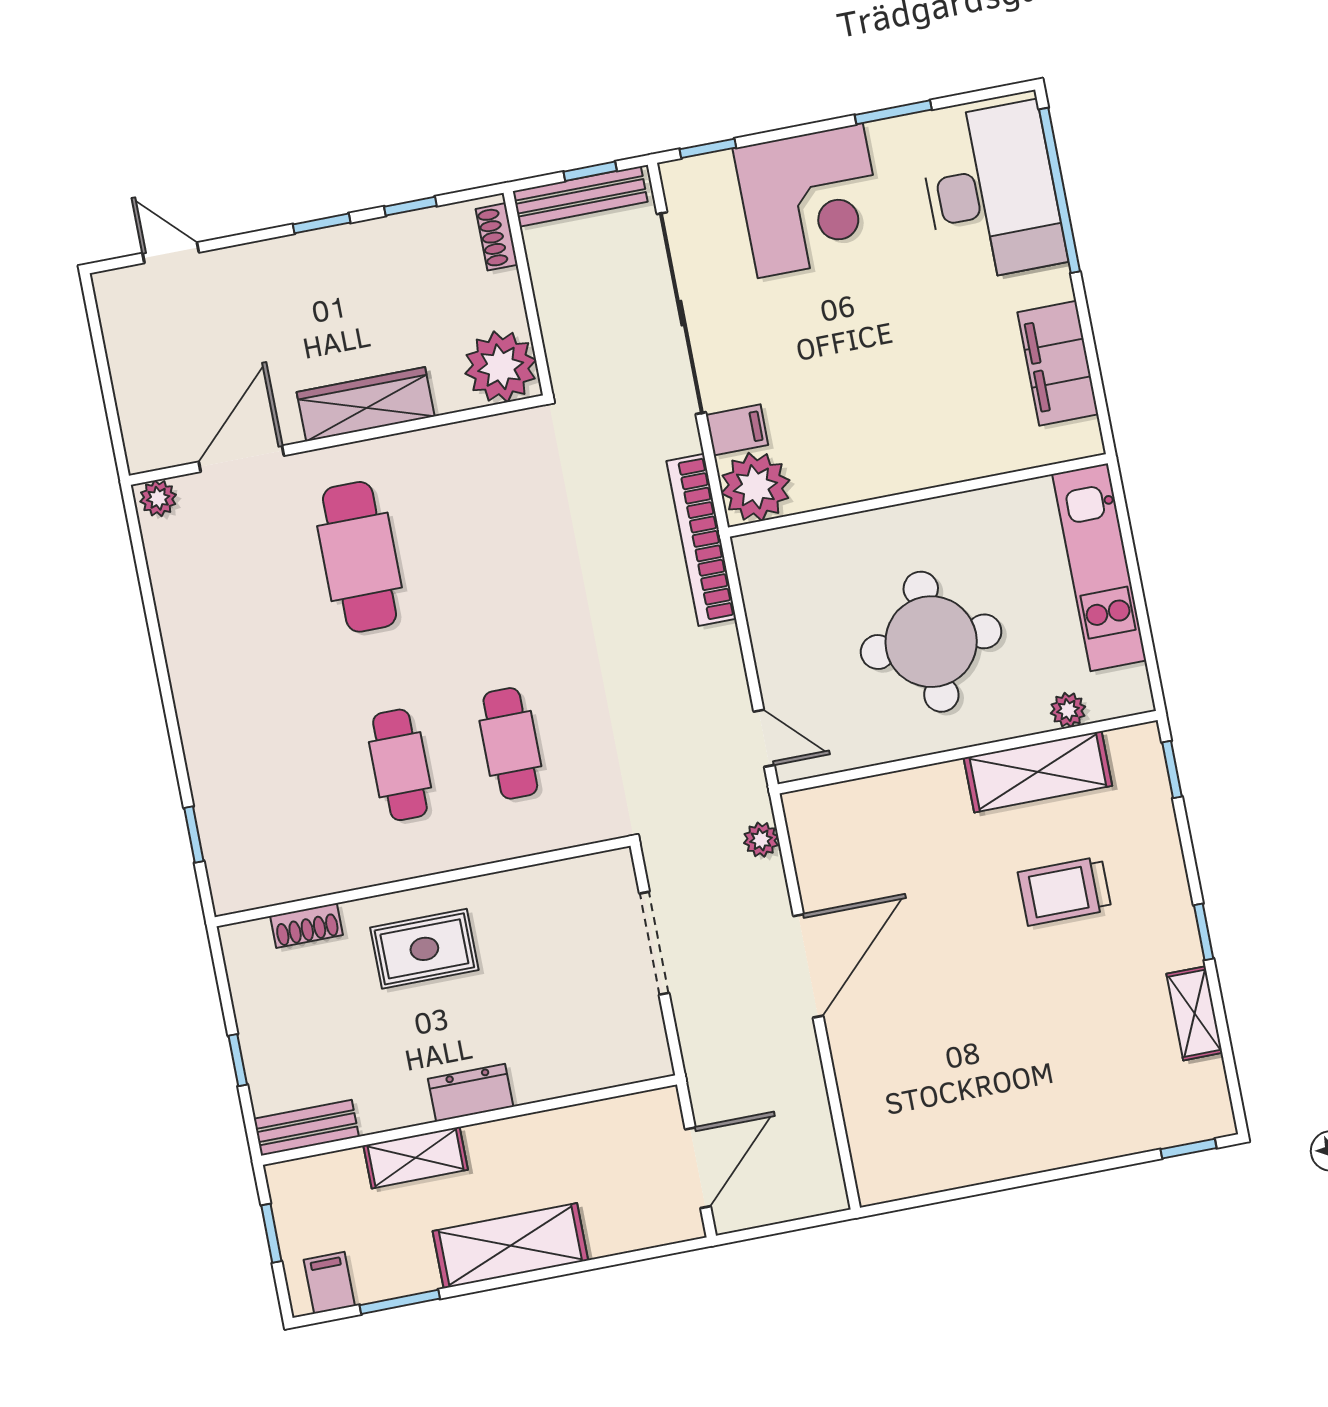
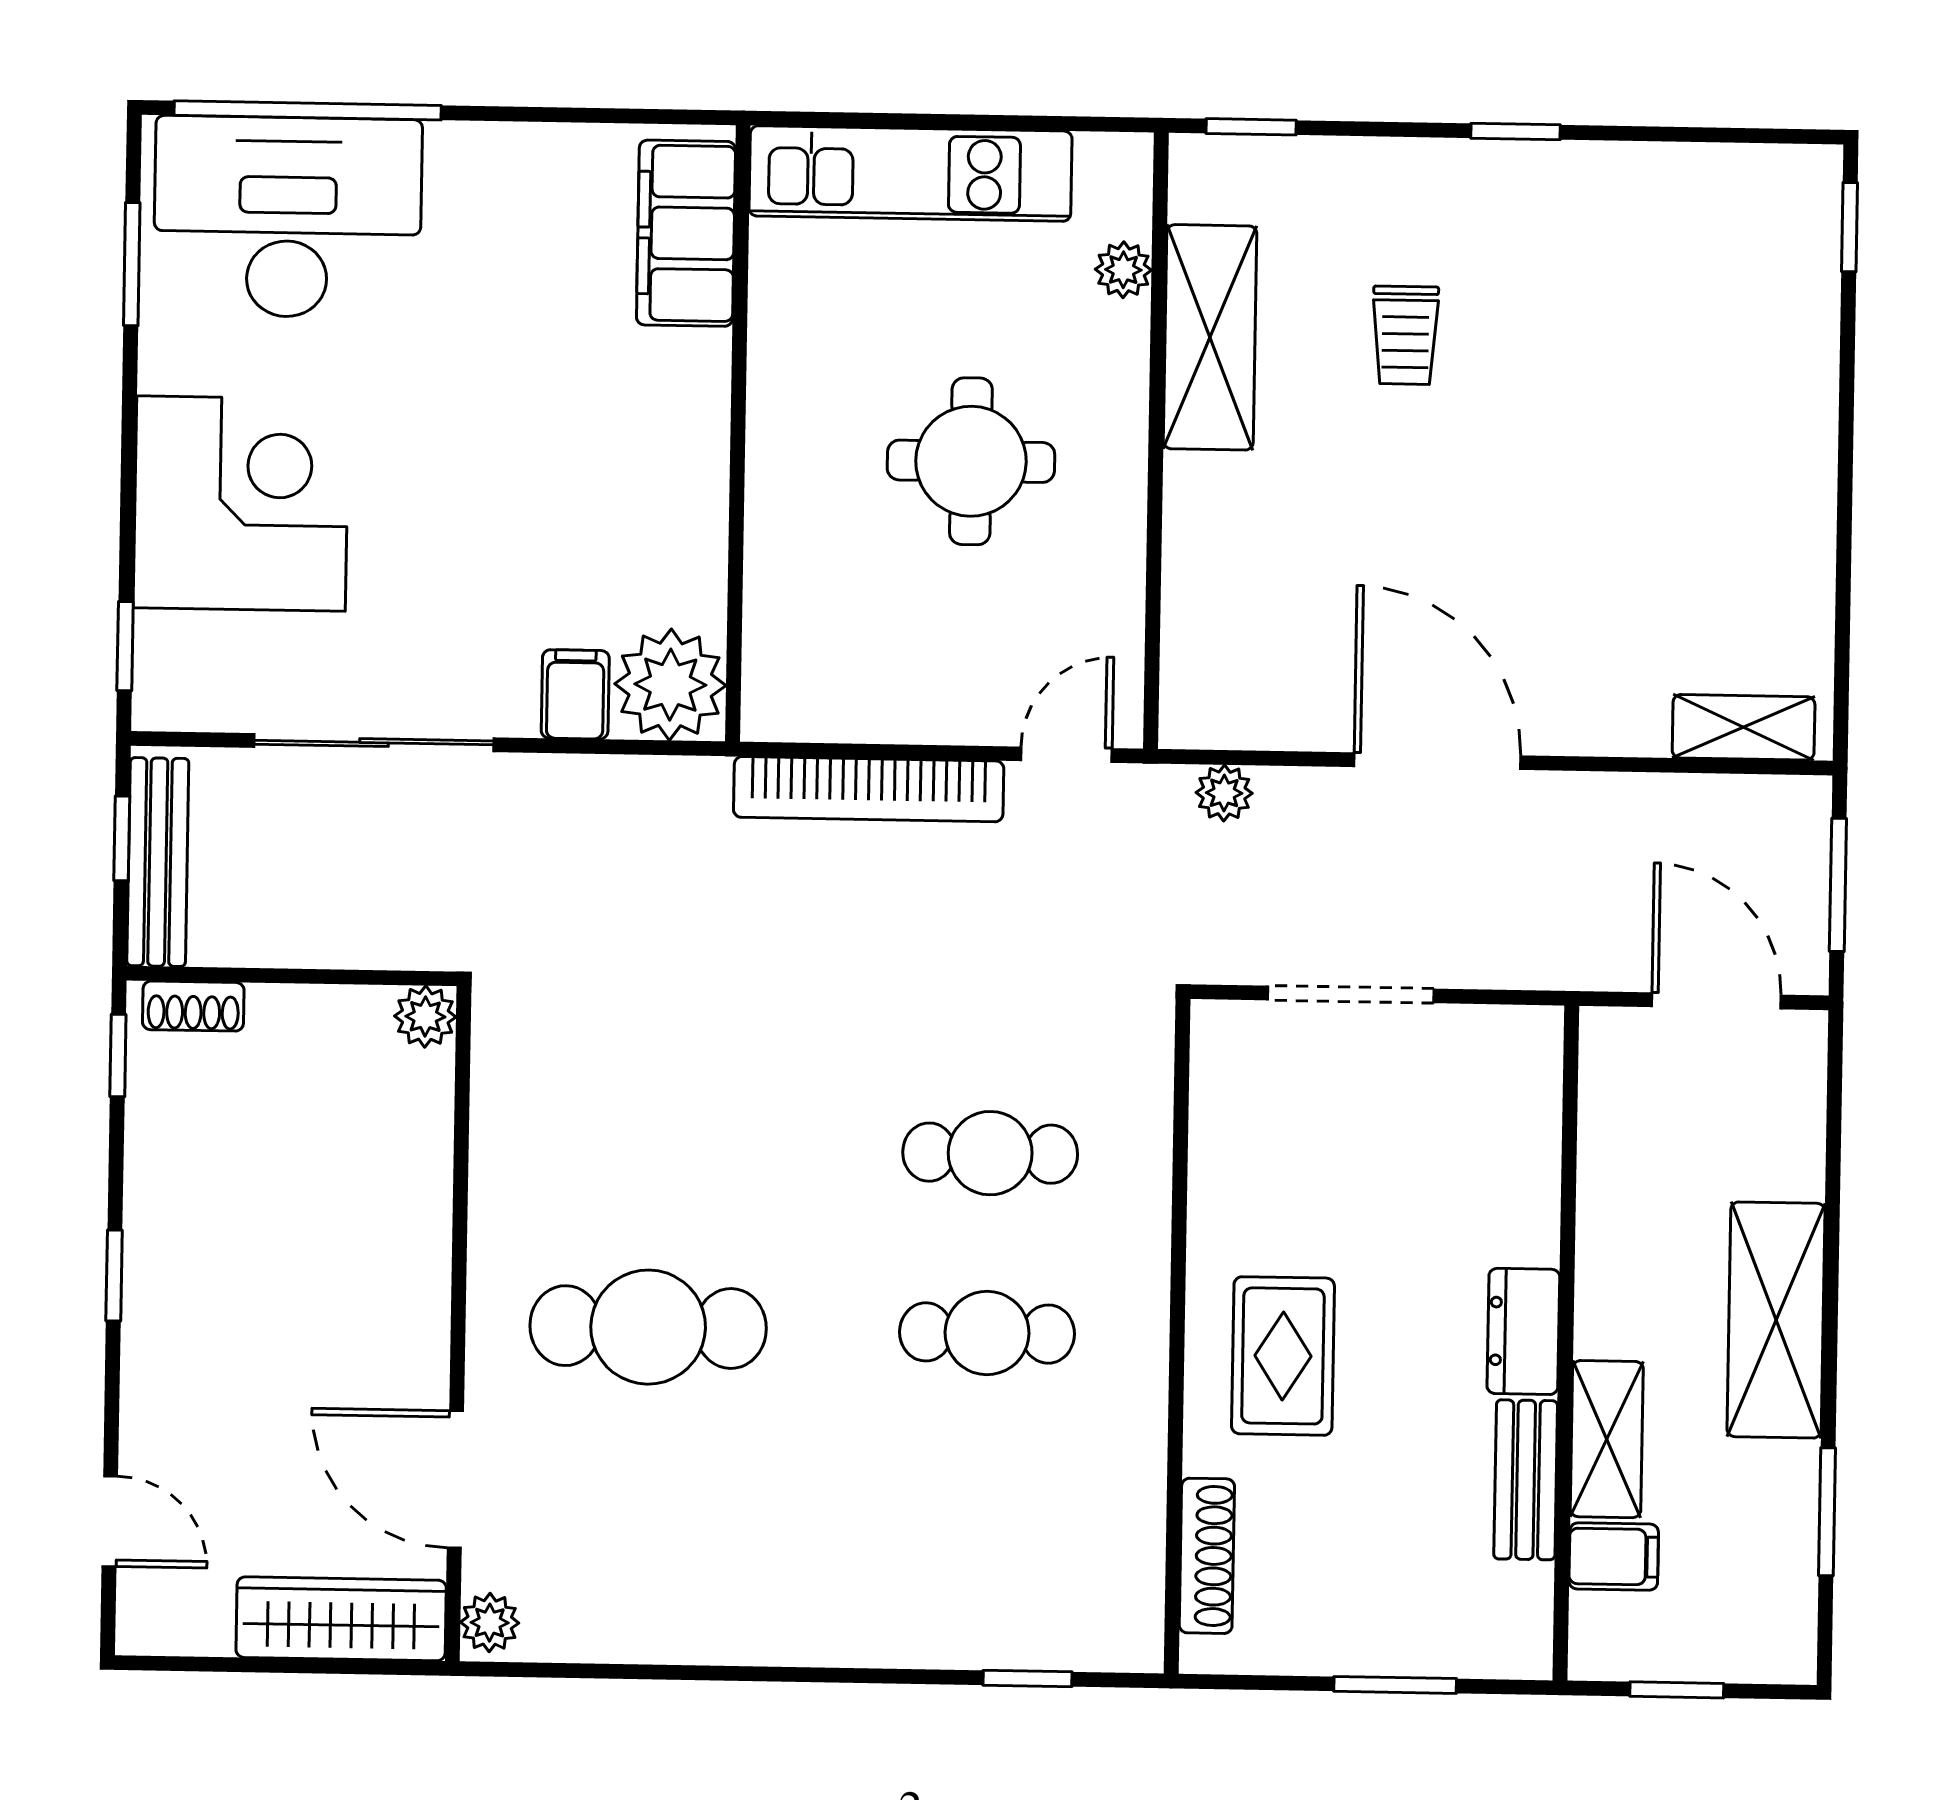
window: (893, 112) -> (132, 264), moved
window: (410, 206) -> (118, 1056), moved
door: (171, 253) -> (110, 1521), swing flipped
sliding door: (681, 313) -> (374, 743), width x0.73
filing cabinet: (1058, 363) -> (686, 233), moved, turned 90
plant: (501, 367) -> (425, 1016), width x0.53, depth x0.53
wardrobe: (366, 404) -> (341, 1619), moved, turned 90
bookcase: (701, 540) -> (869, 789), moved
round table: (931, 642) -> (971, 461), width x0.73, depth x0.73
trolley: (1065, 891) -> (1405, 335), width x0.73, depth x0.72
shoe rack: (306, 926) -> (1207, 1556), width x1.43
shelving: (1194, 1013) -> (1744, 727), moved
window: (238, 1060) -> (1395, 1685), width x1.50
bench: (306, 1128) -> (1526, 1480), moved
window: (785, 1227) -> (1838, 885), added
filing cabinet: (329, 1283) -> (1614, 1557), moved, turned 180

